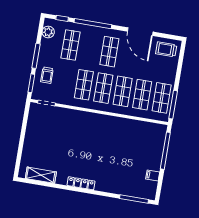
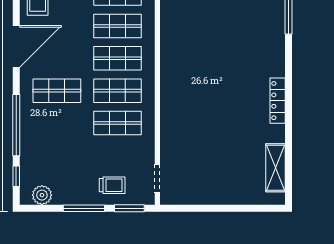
shop shelf: (71, 45) -> (57, 155), removed

